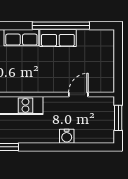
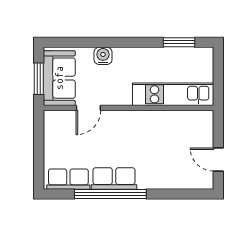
row of seats: (21, 38) -> (68, 179), moved
sofa: (102, 118) -> (59, 78), added

